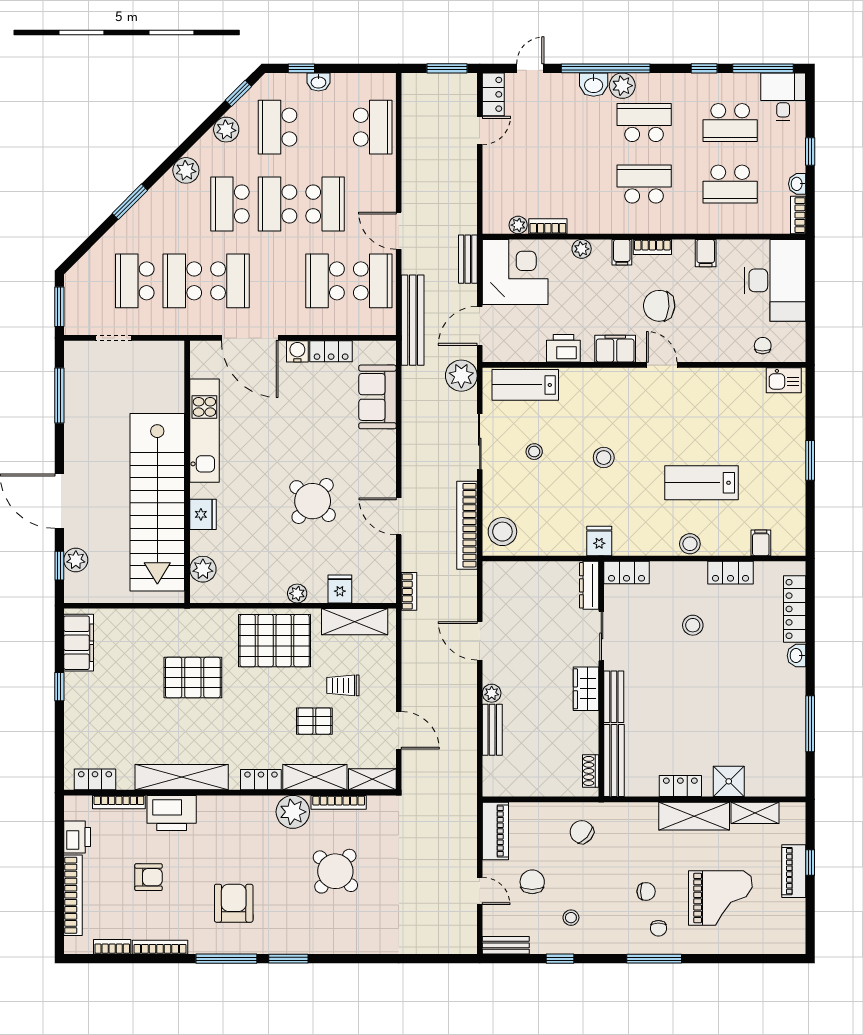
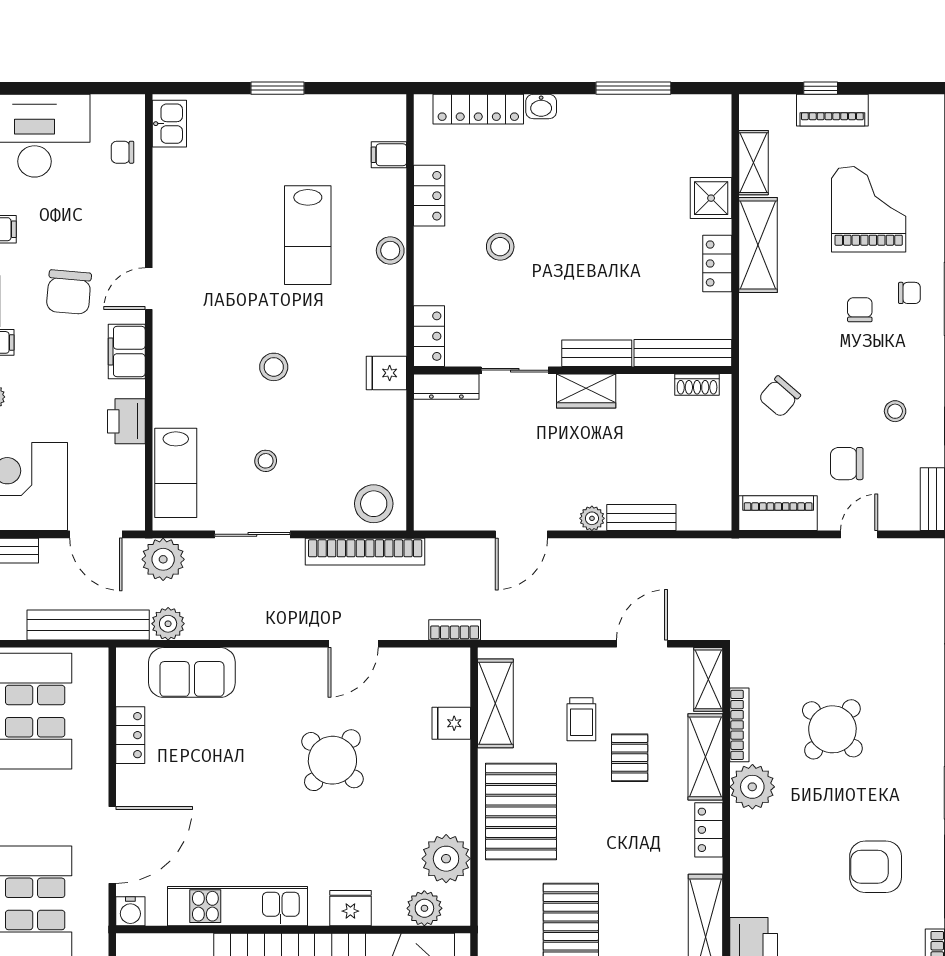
water cooler: (297, 351) -> (130, 911), moved, turned -90
plant: (414, 379) -> (168, 624), added
plant: (297, 593) -> (446, 859), moved, width x1.88, depth x1.88

